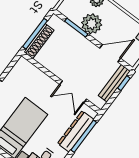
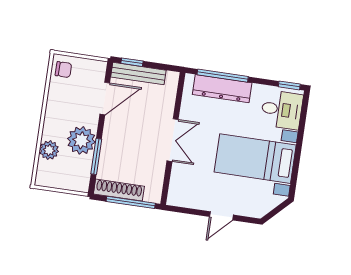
shoe rack: (39, 41) -> (119, 190), moved
door: (110, 53) -> (105, 98), swing flipped
double door: (73, 92) -> (173, 140), moved

